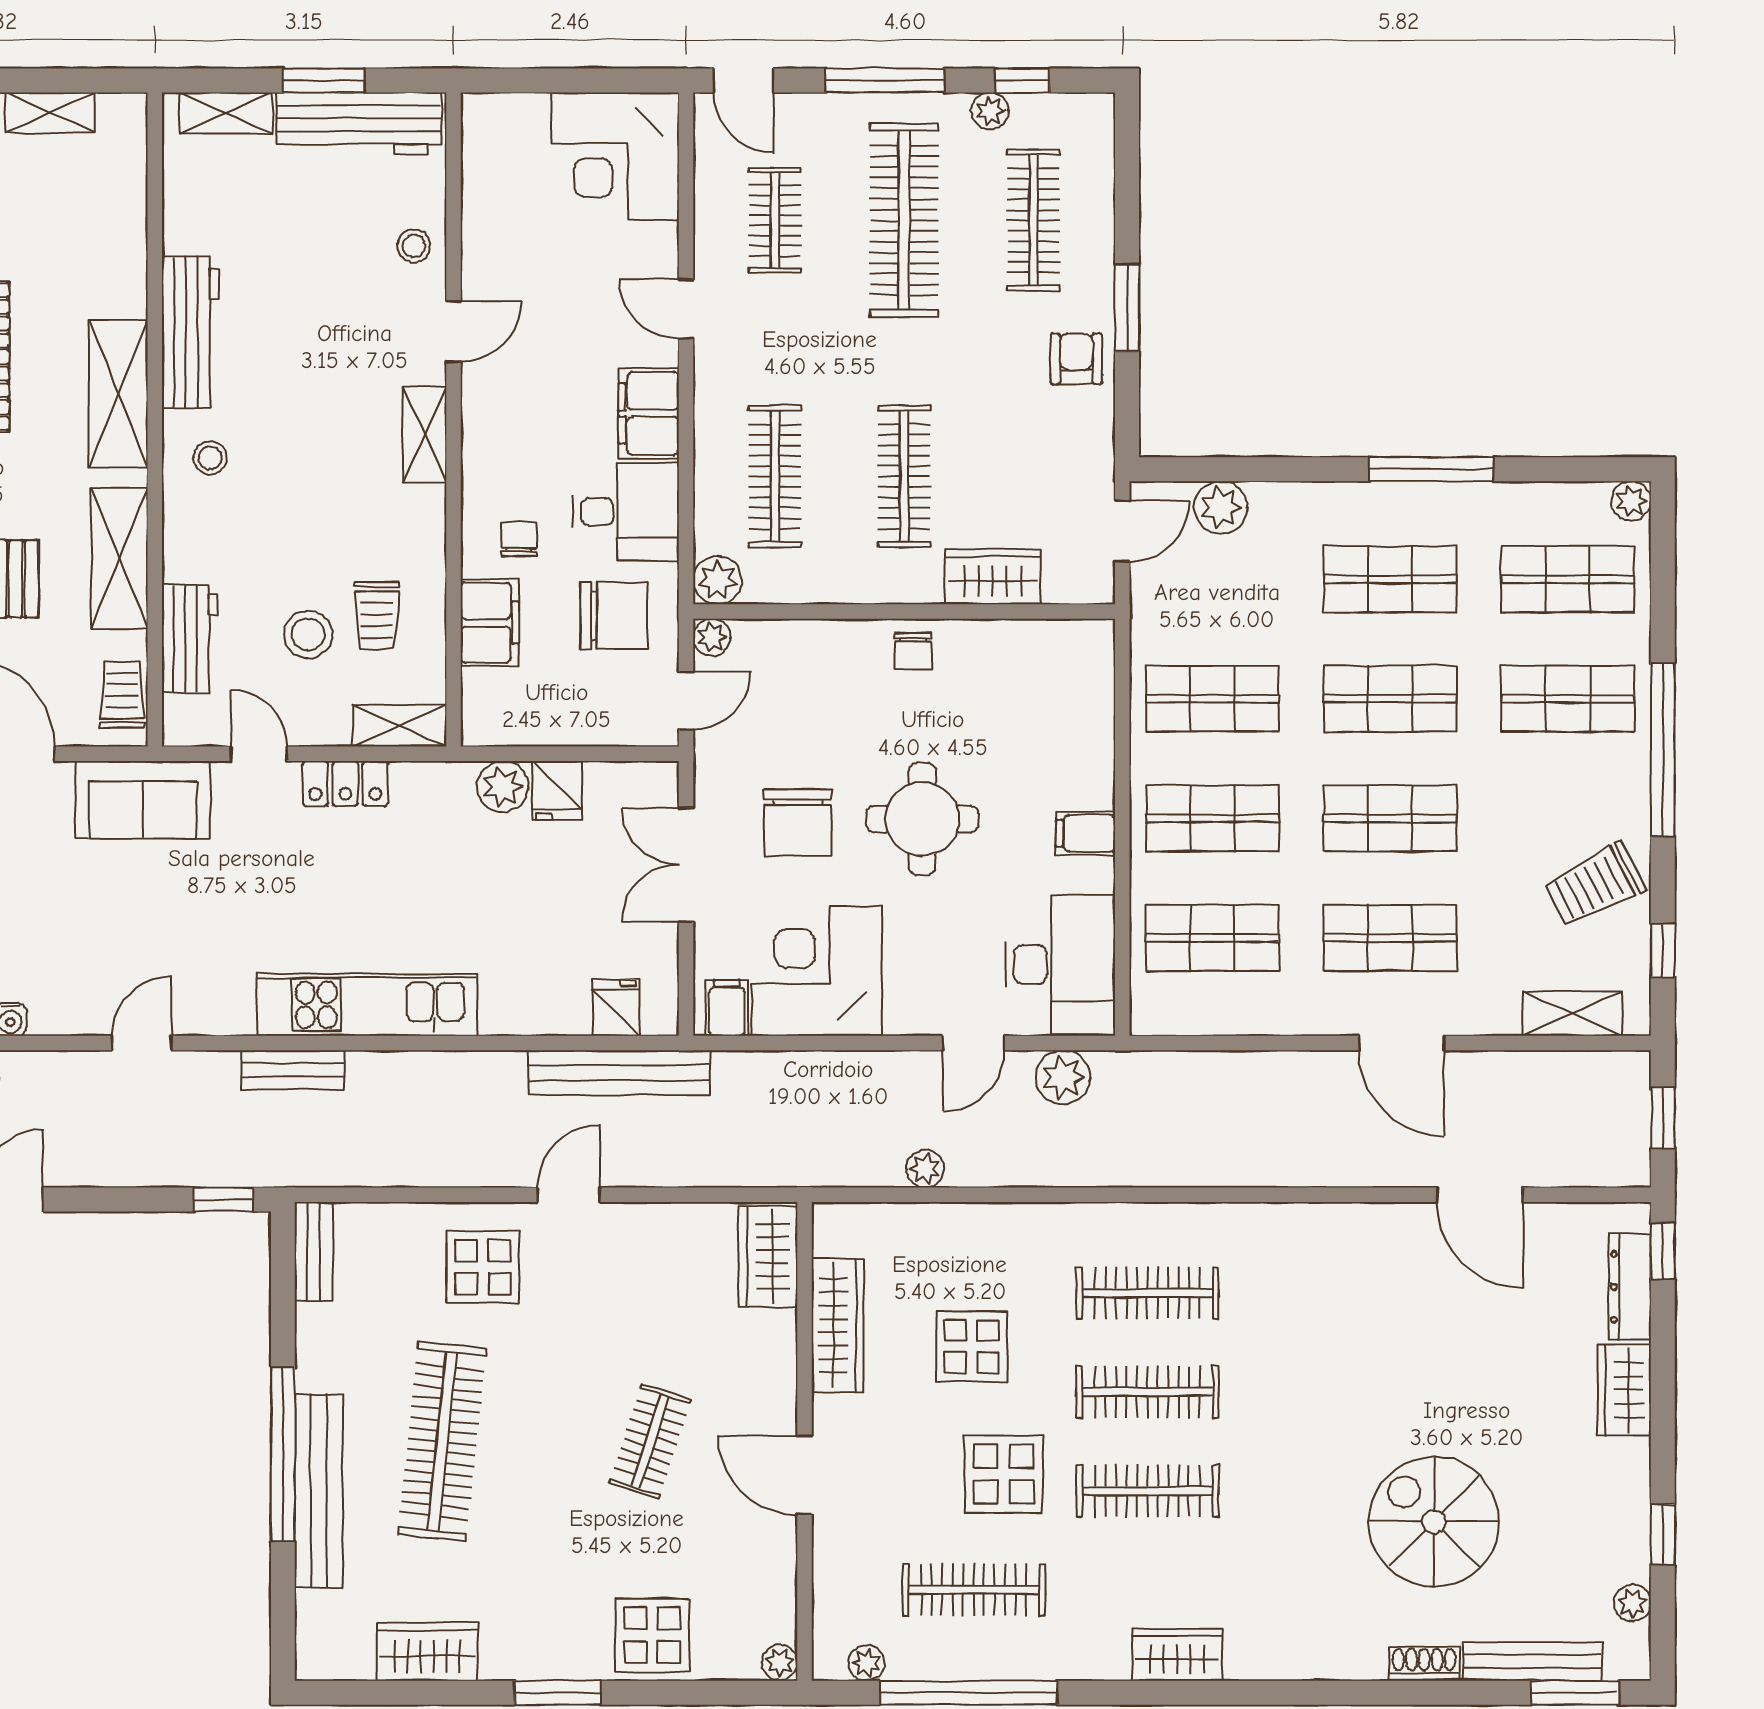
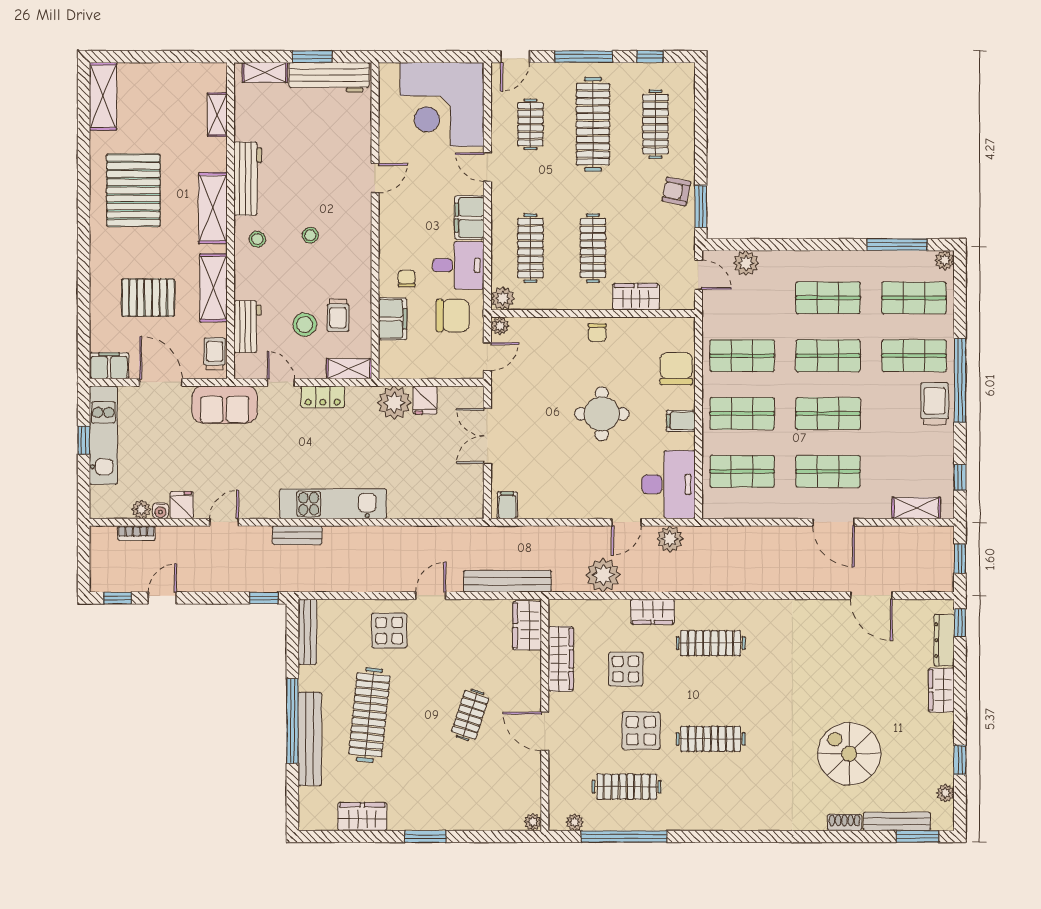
door: (743, 80) -> (515, 57), hinge flipped
plant: (990, 111) -> (634, 71), removed
shelving: (50, 112) -> (217, 115), moved, turned 90
corner desk: (615, 156) -> (442, 104), width x1.36, depth x1.36
stool: (414, 246) -> (310, 235), moved
window: (1127, 308) -> (701, 207), moved
armchair: (1076, 359) -> (676, 191), turned -78
shelving: (425, 434) -> (361, 228), removed
window: (1431, 469) -> (897, 245), moved
door: (1122, 531) -> (698, 275), hinge flipped
plant: (503, 787) -> (394, 403), width x1.36, depth x1.36
chair: (798, 823) -> (676, 369), moved, turned 180
trolley: (1594, 885) -> (935, 404), moved, turned 117
corner desk: (817, 971) -> (551, 487), removed
fridge: (616, 1008) -> (182, 505), moved
bench: (619, 1073) -> (507, 581), moved
plant: (925, 1169) -> (603, 575), width x1.88, depth x1.88
bench: (314, 1252) -> (307, 632), width x1.36
clothes rail: (1147, 1392) -> (711, 691), removed
display table: (652, 1635) -> (471, 809), removed
wardrobe: (1177, 1655) -> (653, 612), moved, turned 180

